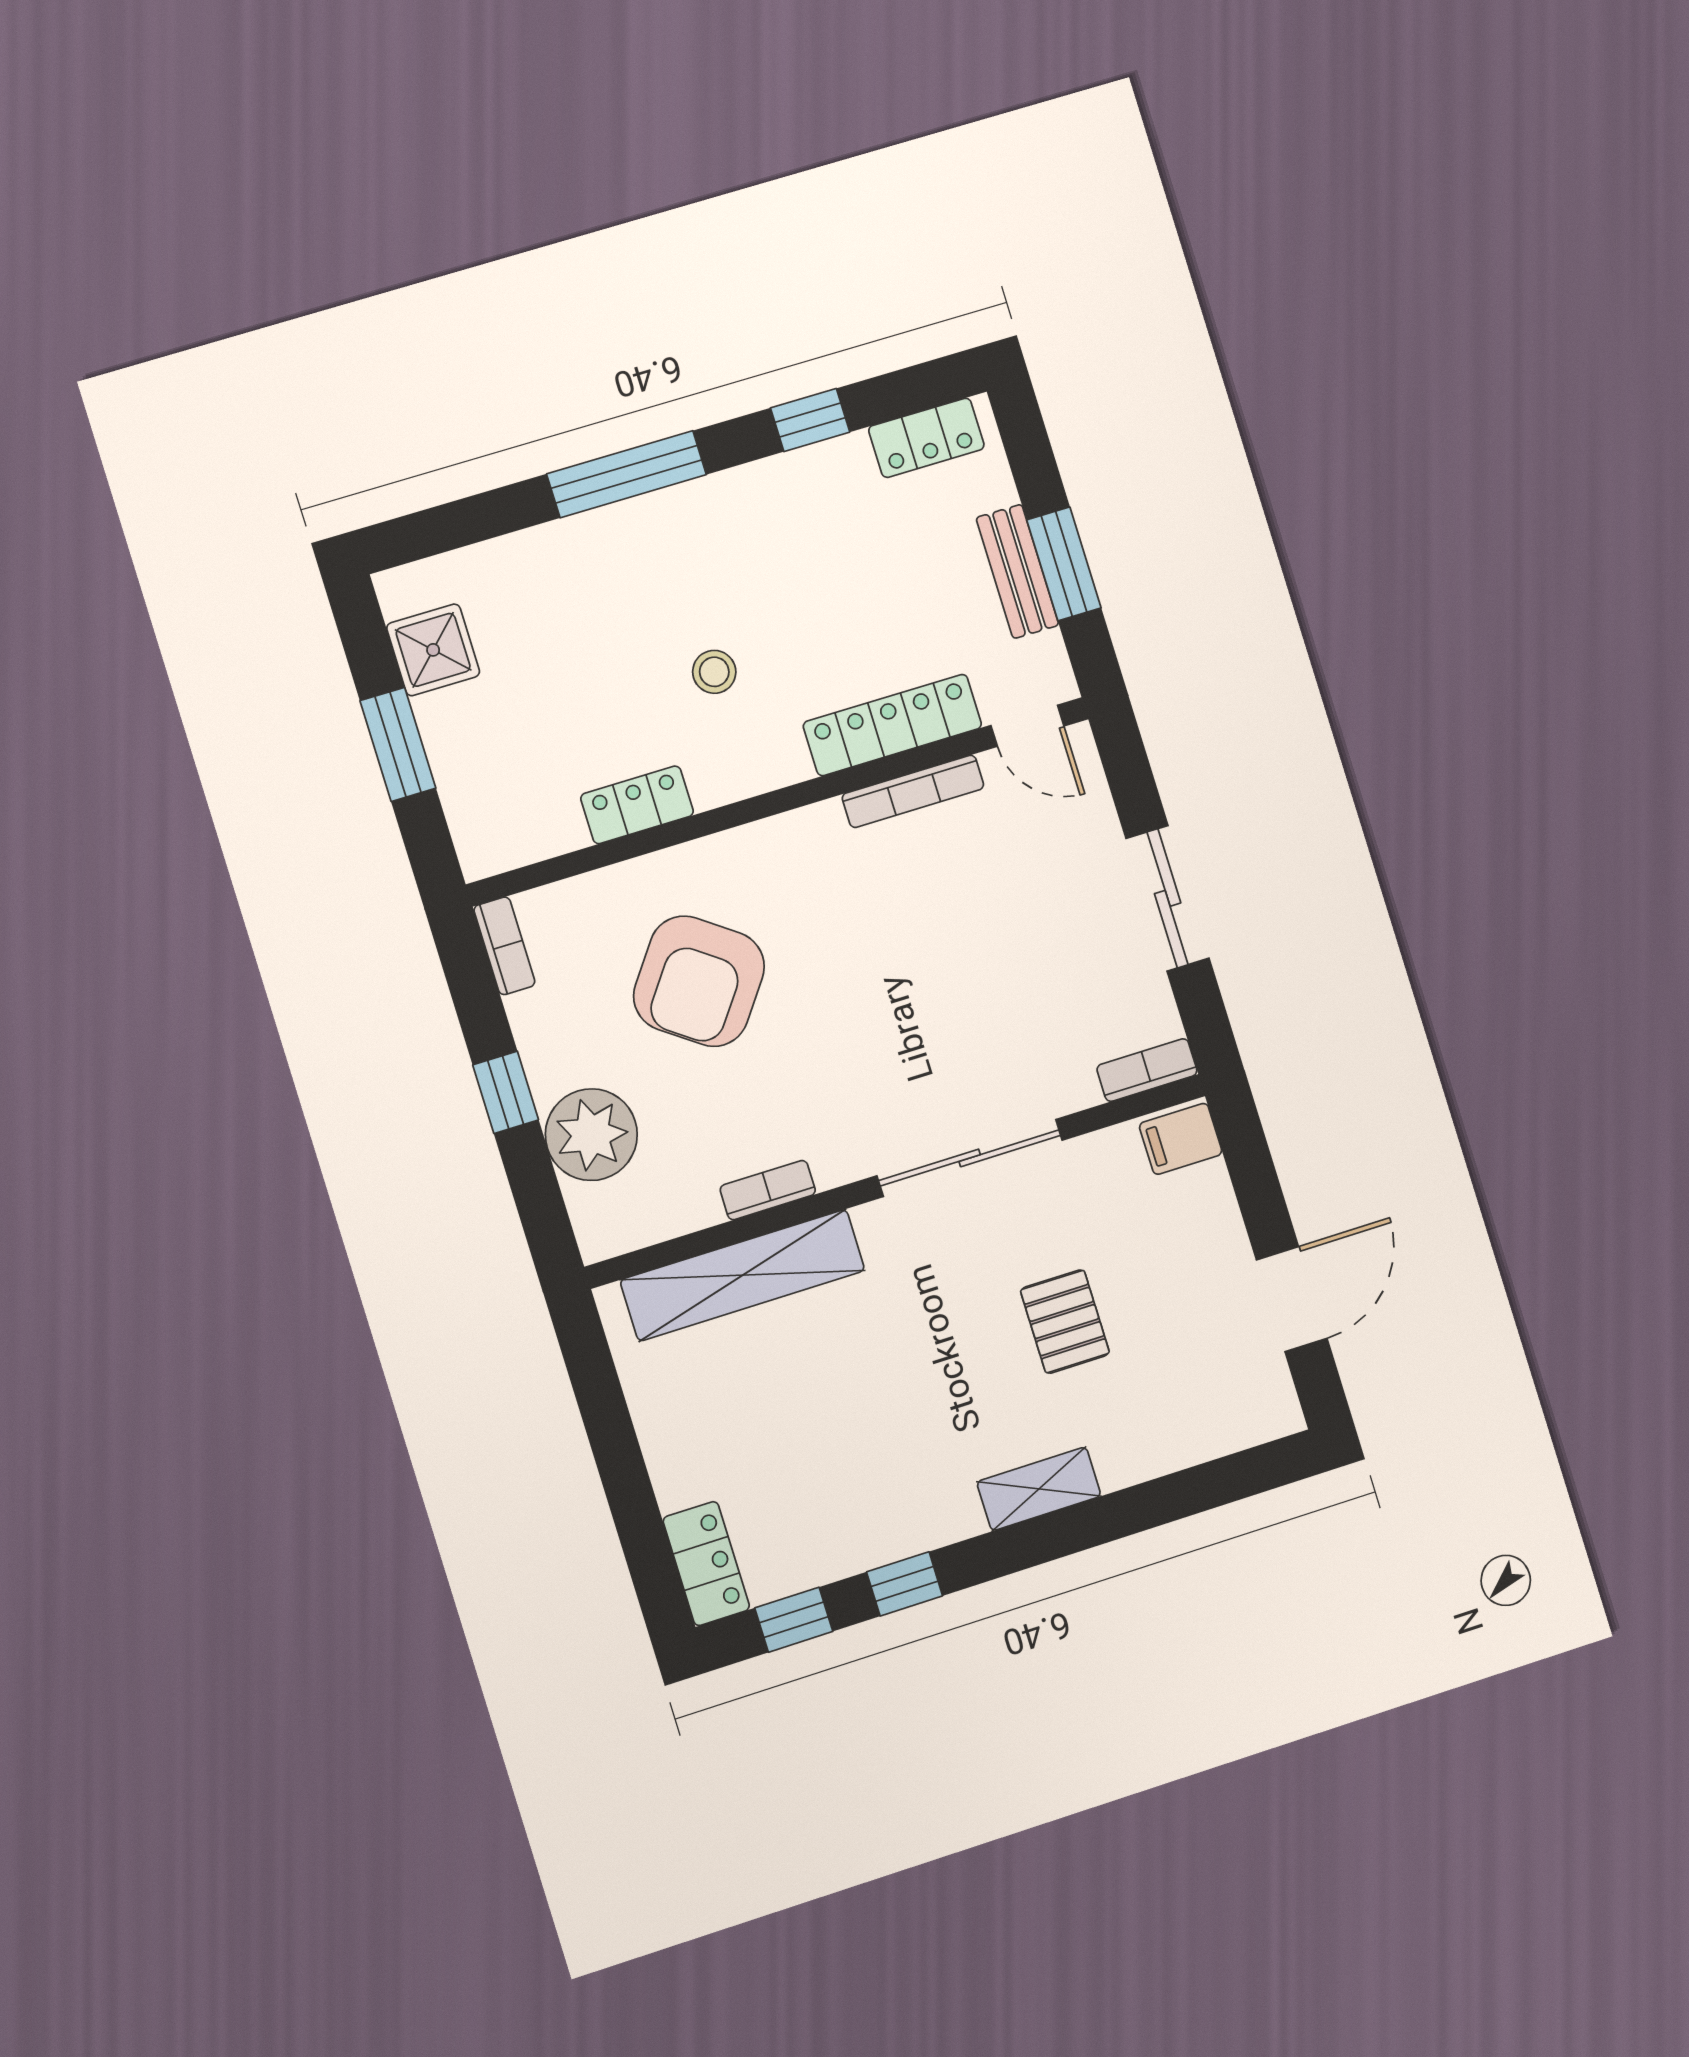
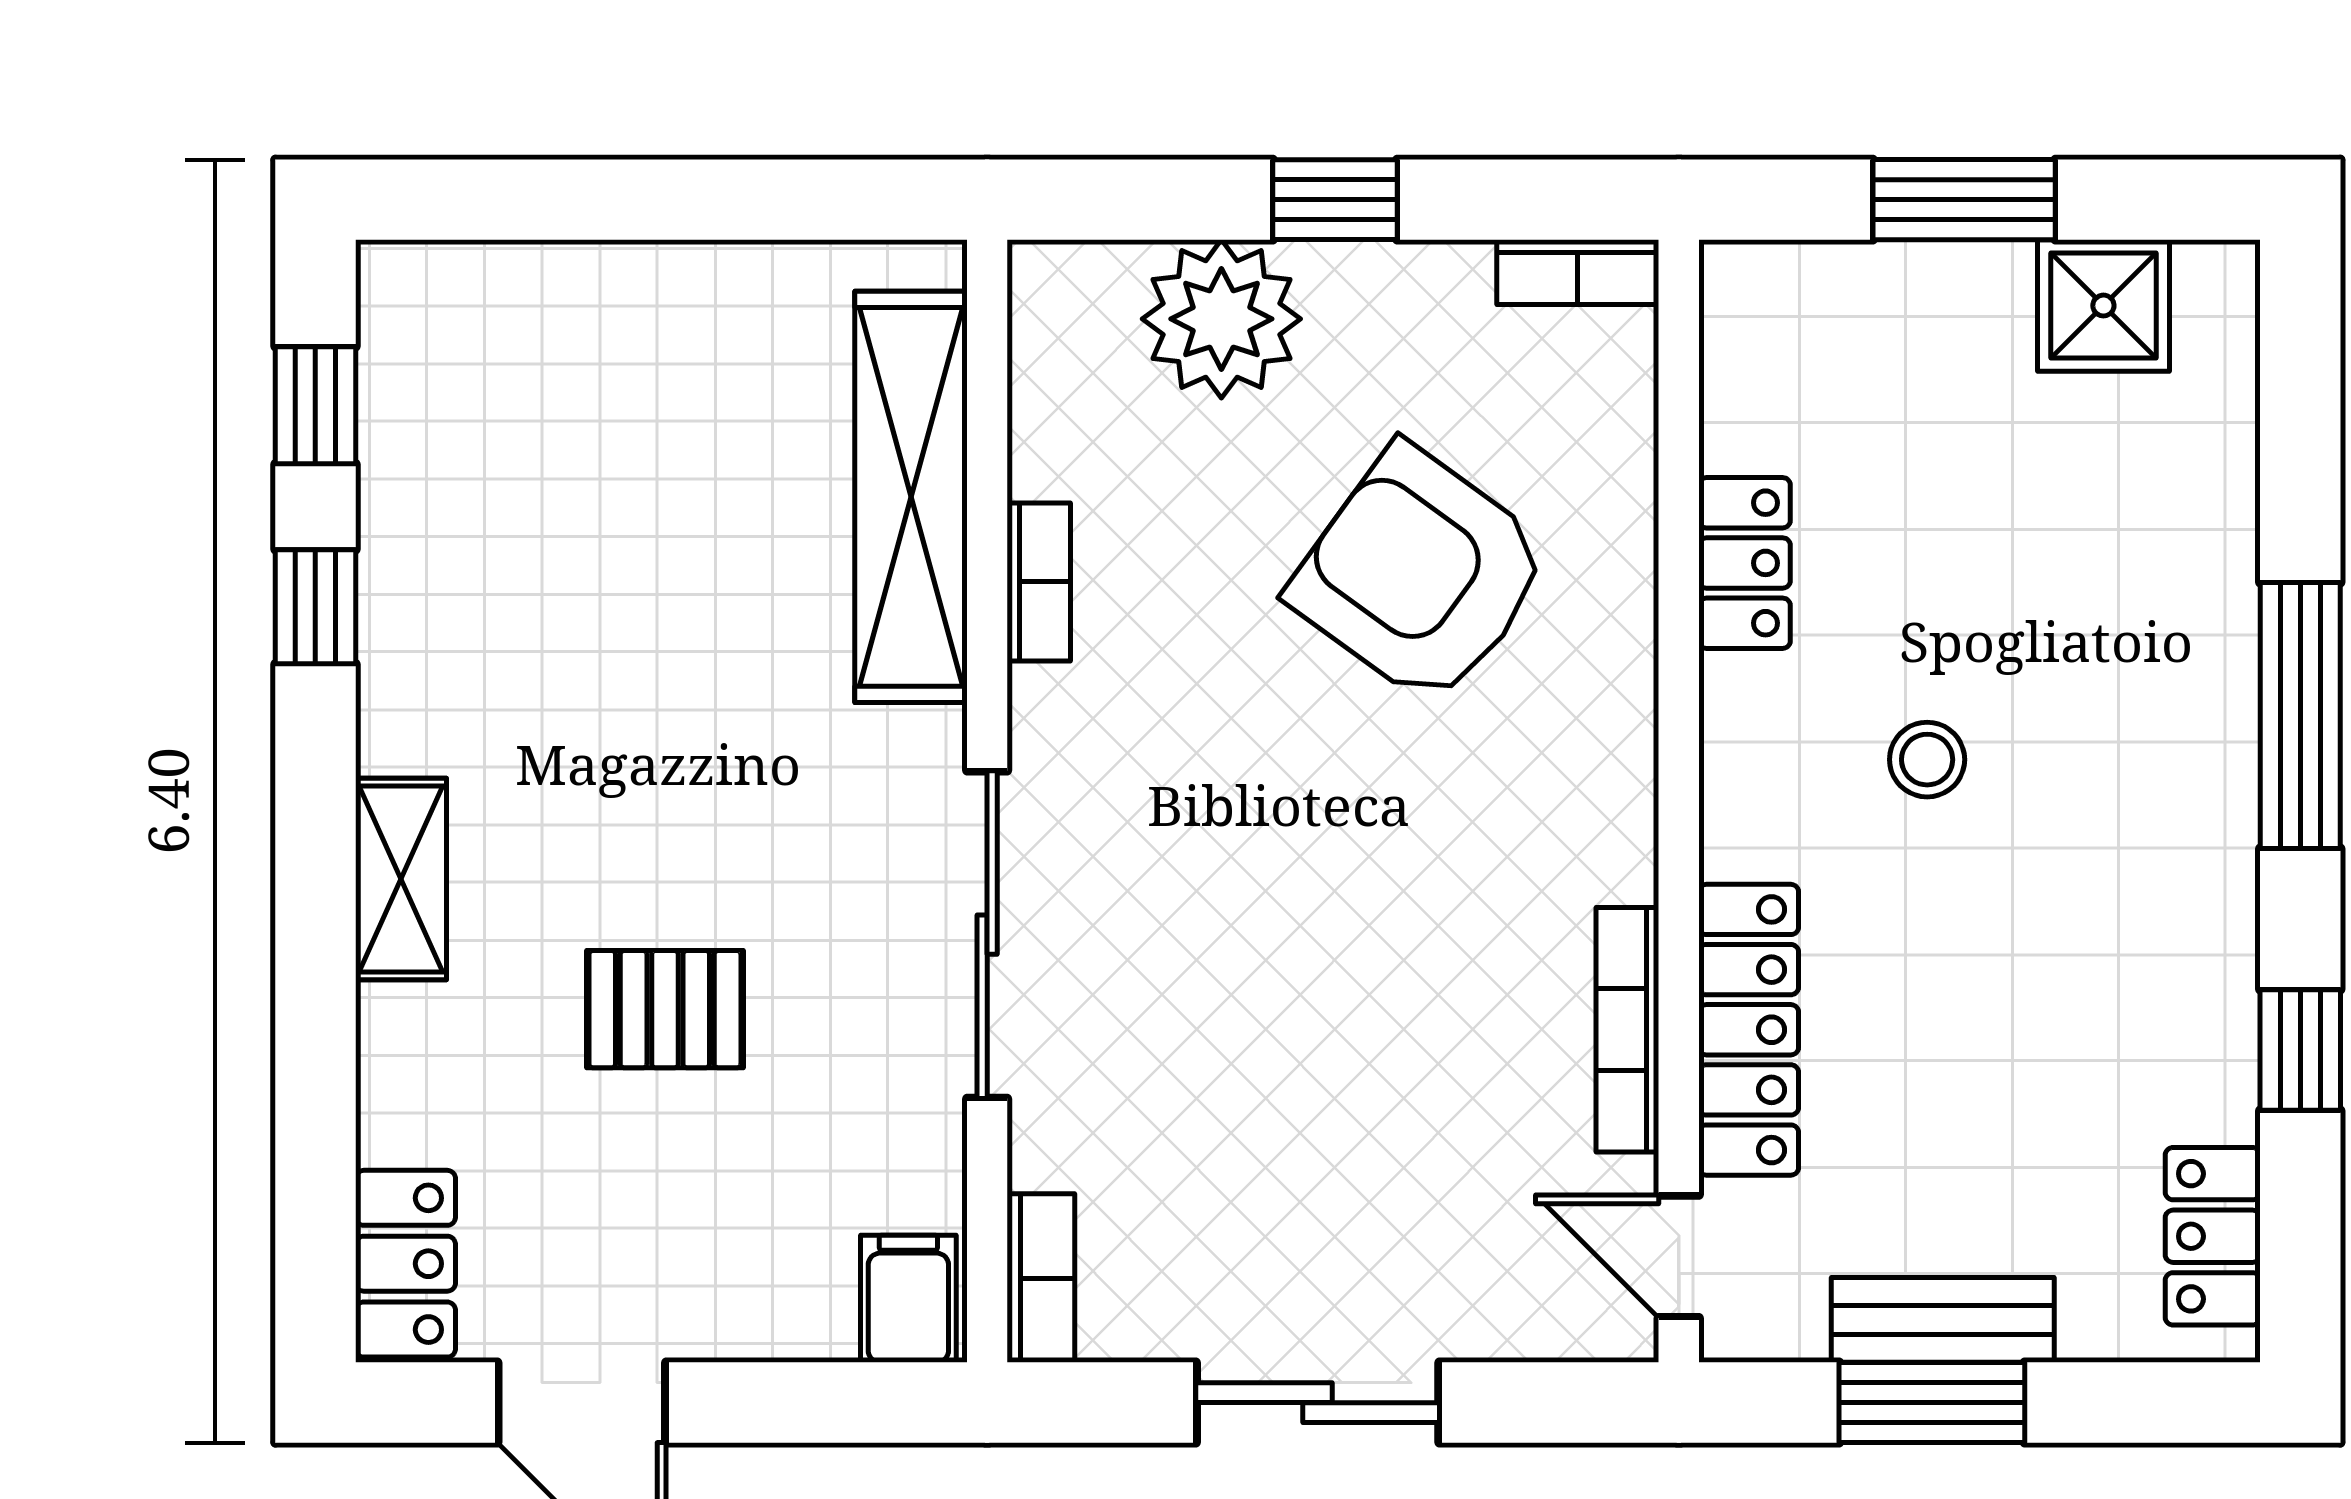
door: (1027, 726) -> (1679, 1256), hinge flipped
locker: (706, 1564) -> (405, 1264), moved, turned -90

